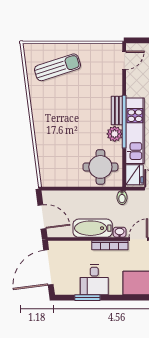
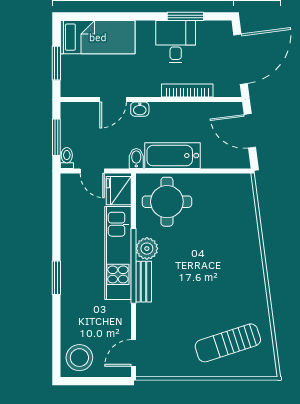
bathtub: (93, 228) -> (172, 156), moved, turned 180
bookcase: (110, 245) -> (187, 91), moved

